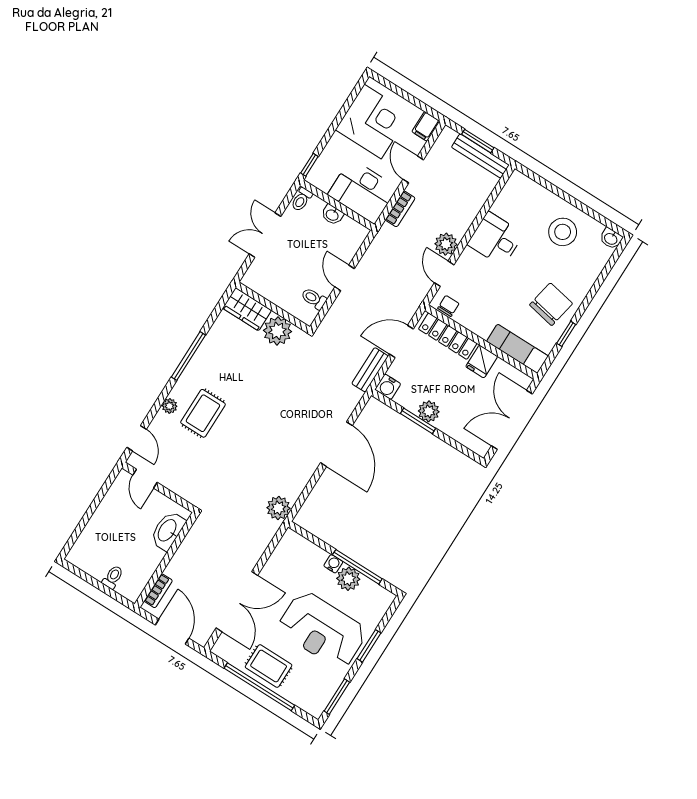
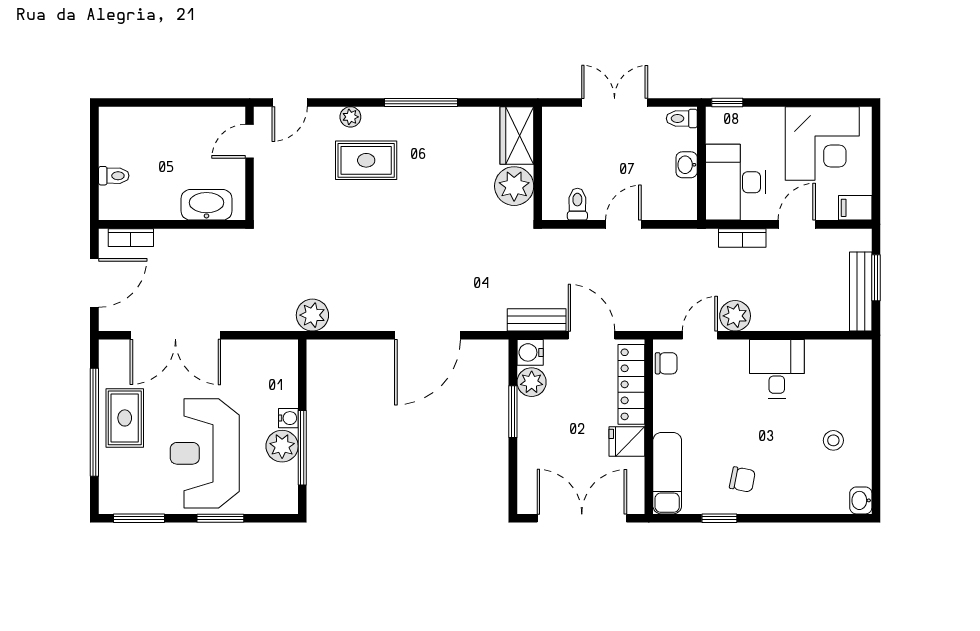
stool: (563, 232) -> (833, 440), width x0.53, depth x0.53
chair: (551, 304) -> (742, 479), width x0.54, depth x0.54
plant: (429, 411) -> (532, 382), moved

